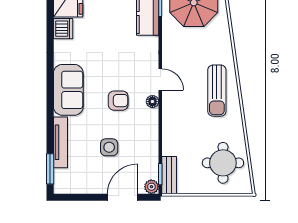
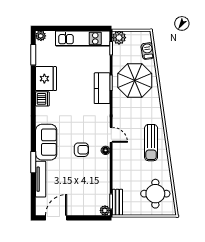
side table: (109, 147) -> (75, 183), removed
window: (50, 169) -> (33, 162), moved
door: (122, 197) -> (56, 218), moved

